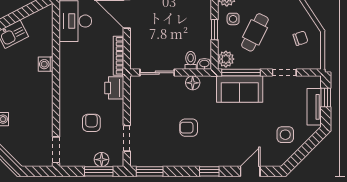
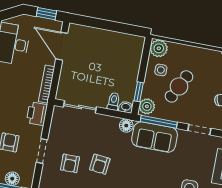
window: (214, 30) -> (139, 92), moved
floor lamp: (193, 83) -> (126, 126), moved
armchair: (189, 128) -> (100, 164), turned -84
armchair: (158, 133) -> (70, 163), added
doorway: (127, 138) -> (42, 151), moved

